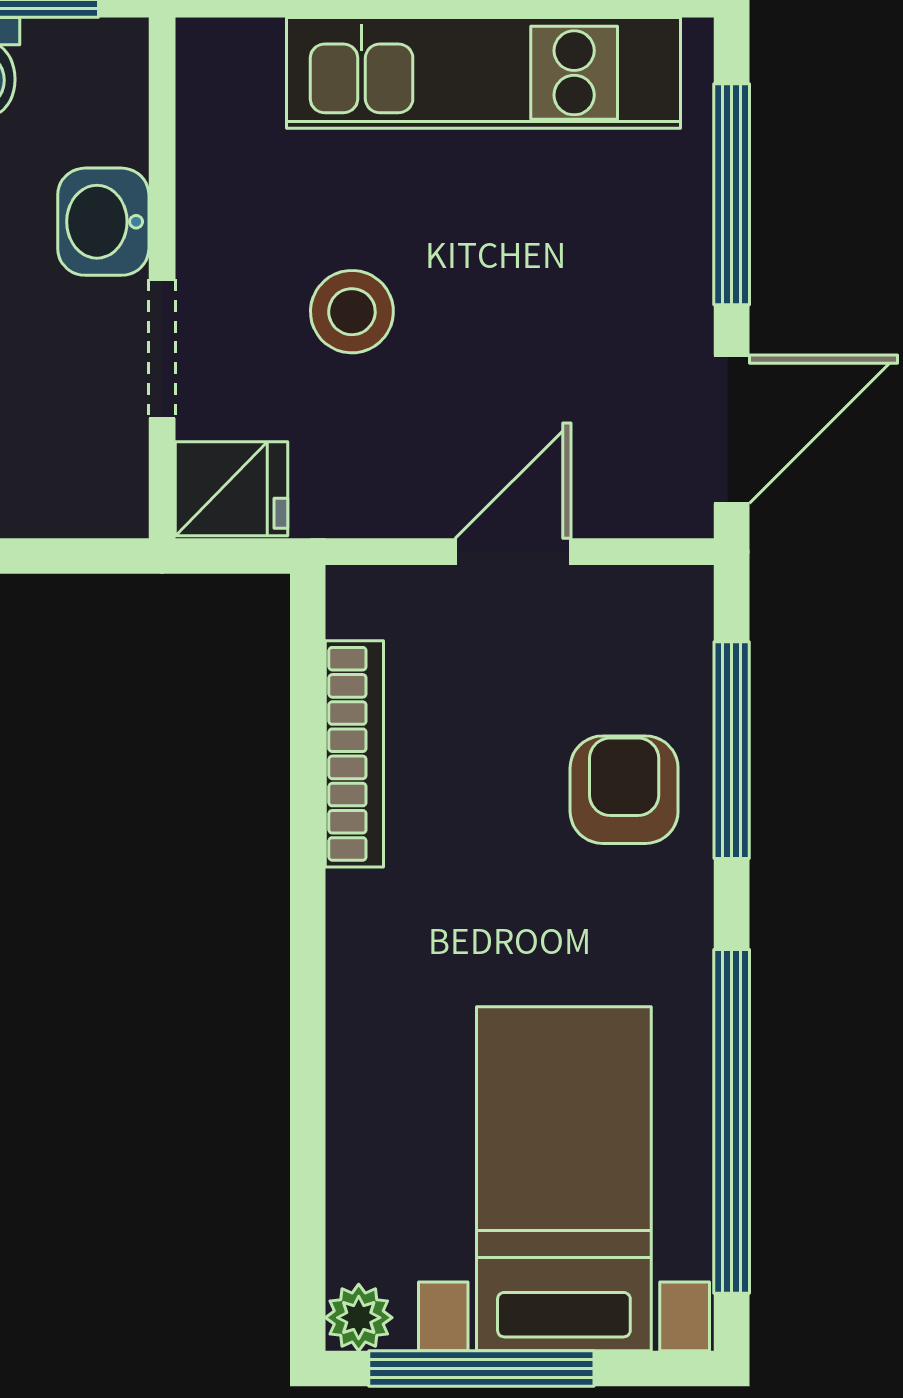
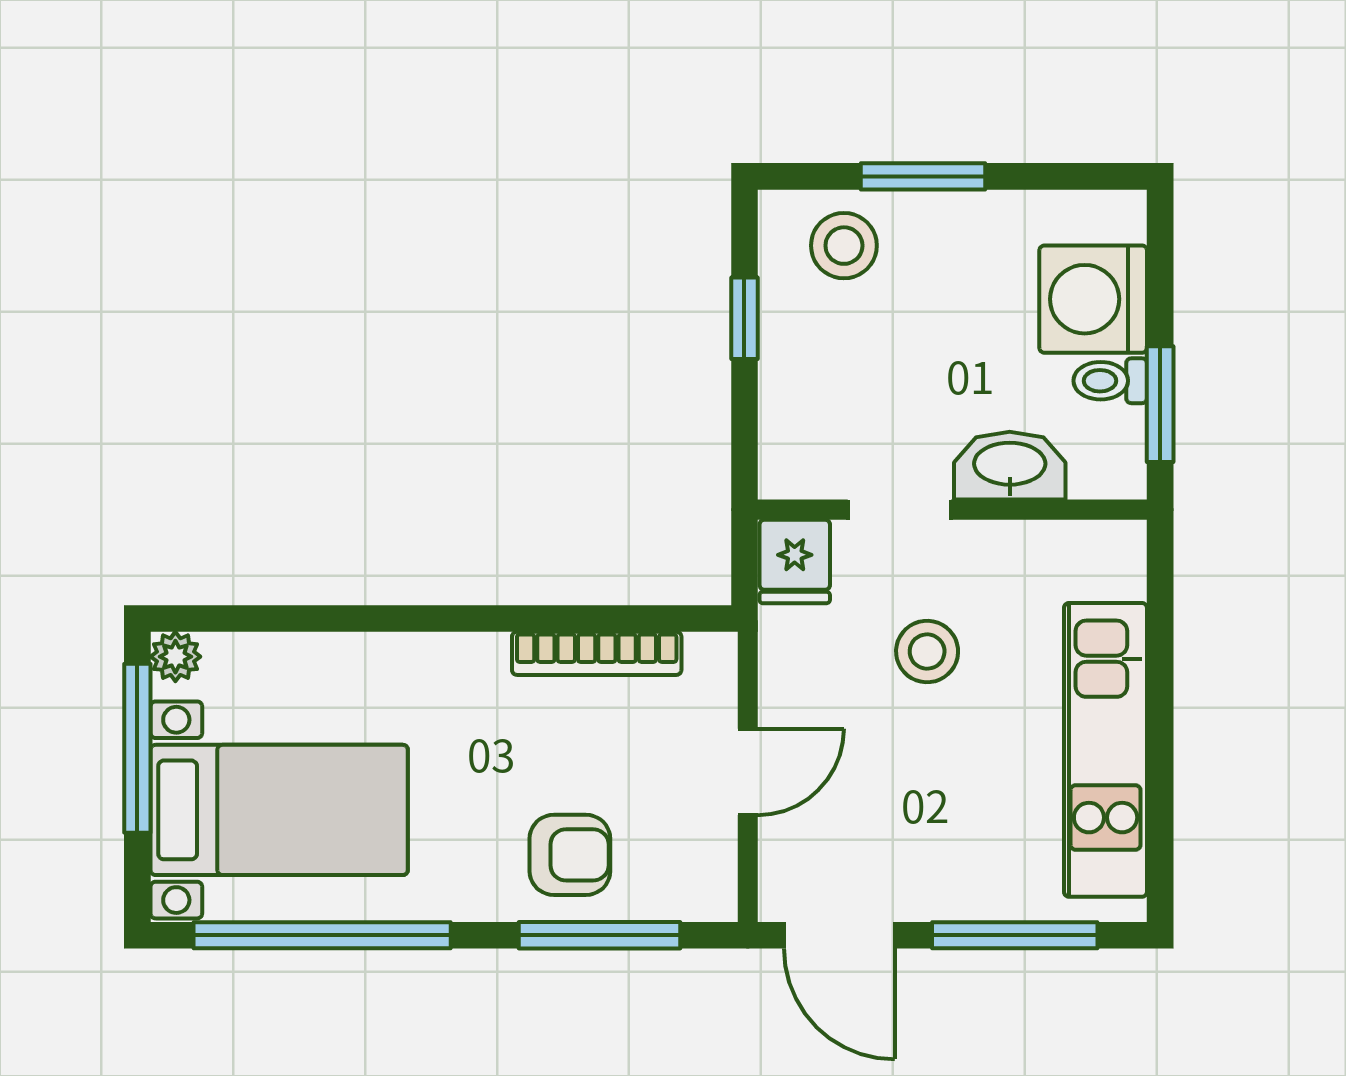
washbasin: (103, 222) -> (1010, 466), width x1.38
door: (513, 552) -> (748, 772), hinge flipped

